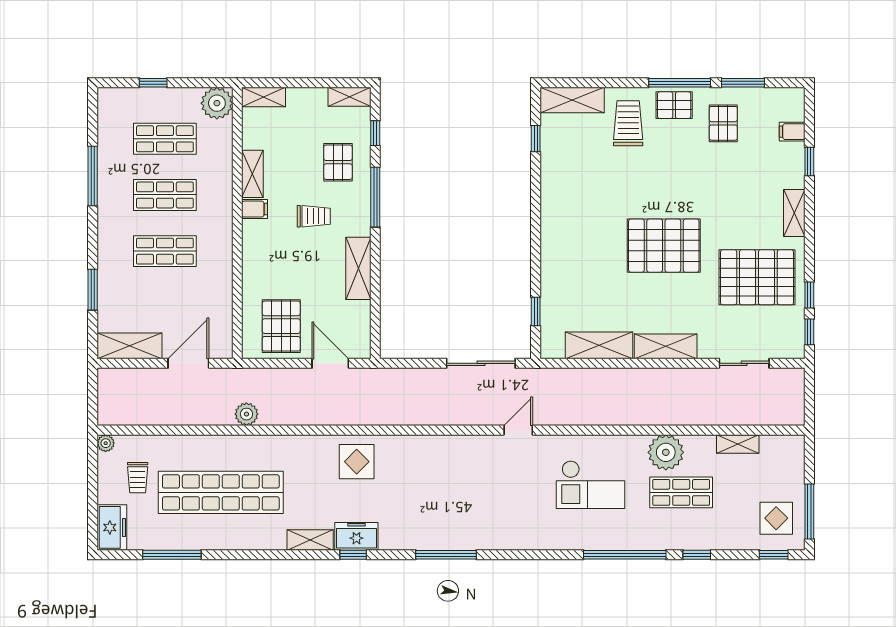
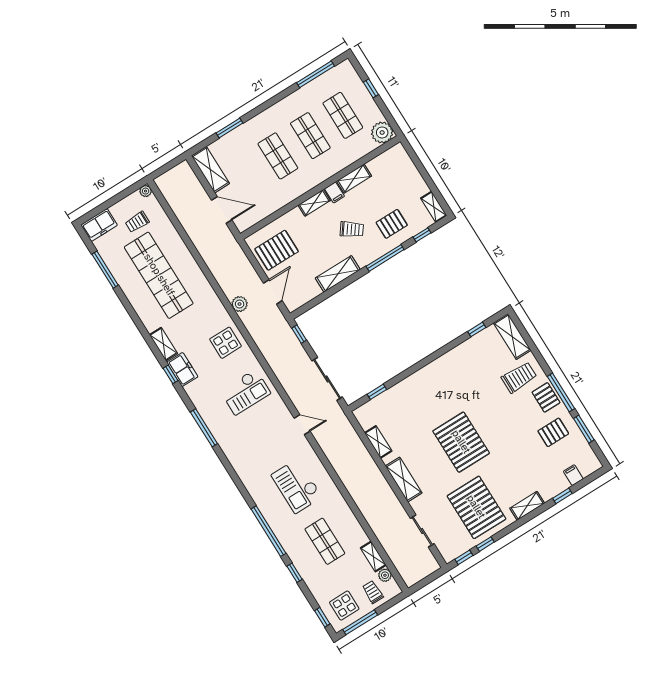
shelving: (264, 97) -> (314, 203), moved, turned 90
window: (93, 176) -> (315, 74), moved
trolley: (314, 216) -> (352, 229), turned -54
shelving: (599, 345) -> (378, 442), width x0.67, depth x0.75
window: (403, 363) -> (299, 334), added
plant: (246, 414) -> (240, 304), moved
plant: (666, 452) -> (385, 575), moved, width x0.53, depth x0.53
trolley: (782, 472) -> (373, 592), added
checkout: (433, 475) -> (245, 392), added

